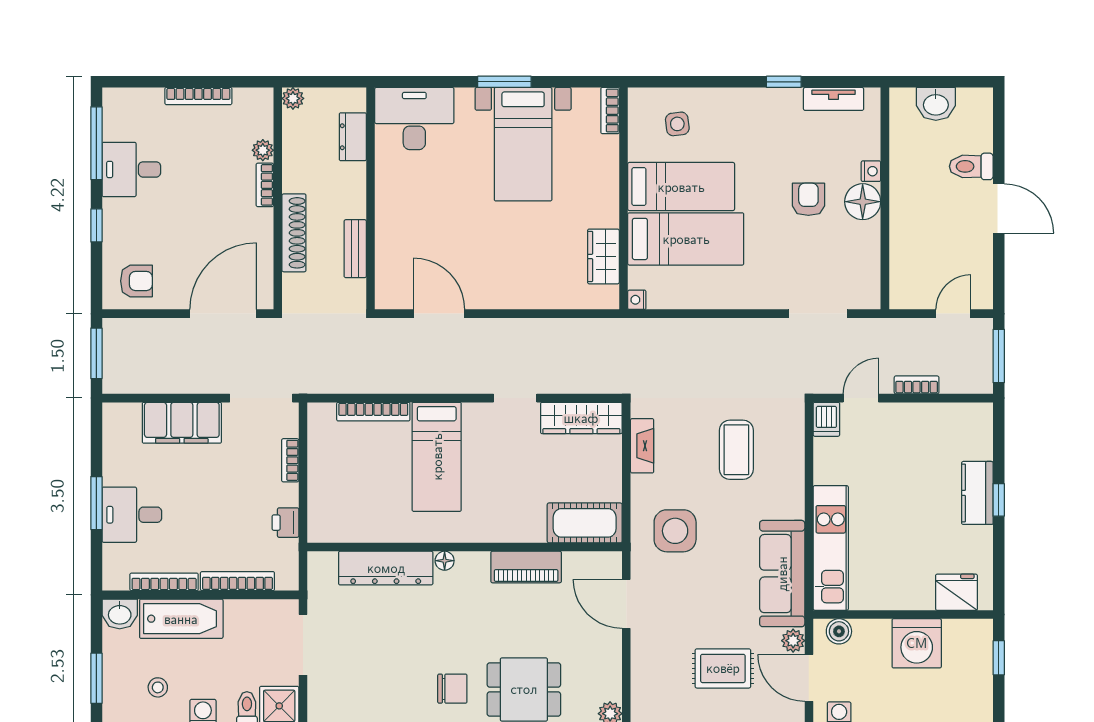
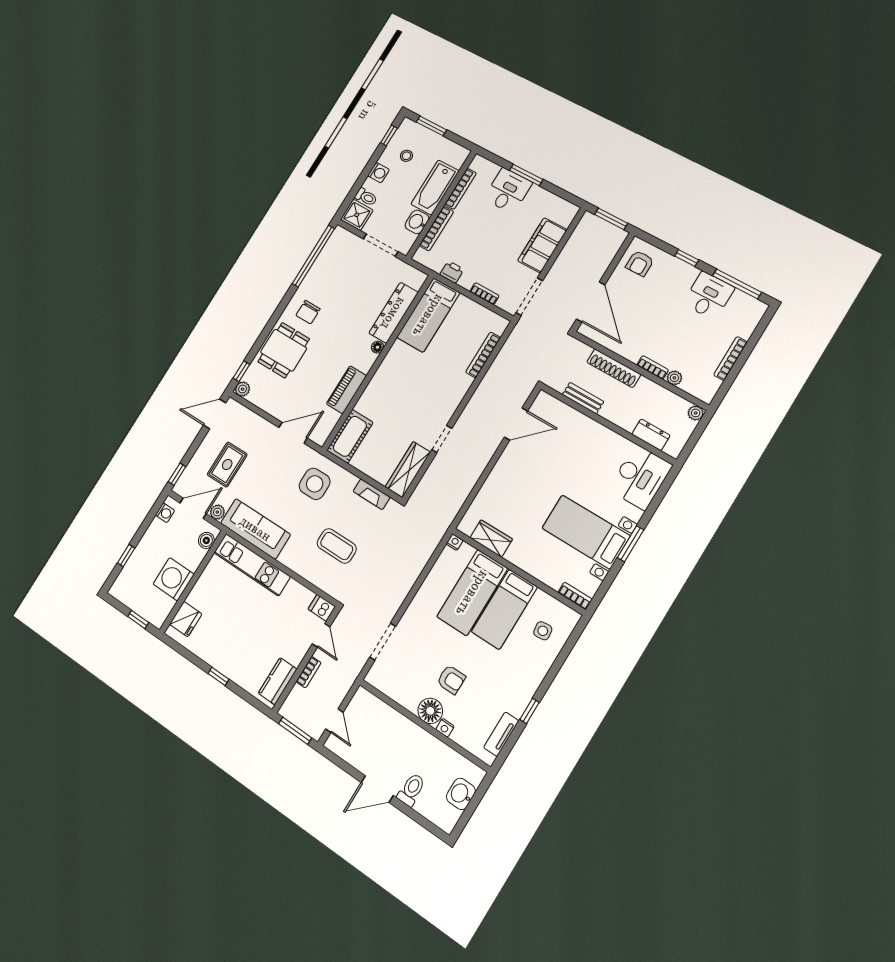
bed: (437, 457) -> (428, 315), moved, turned -90
kitchen counter: (977, 493) -> (278, 681), moved, turned -90
washbasin: (120, 614) -> (417, 222), moved

